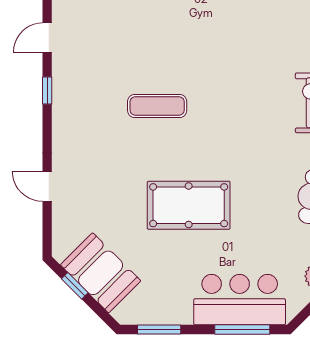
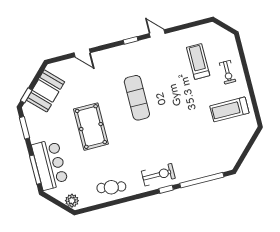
exercise mat: (157, 106) -> (137, 98), width x1.36, depth x1.45
door: (47, 186) -> (82, 53), swing flipped
window: (75, 286) -> (26, 95), moved

